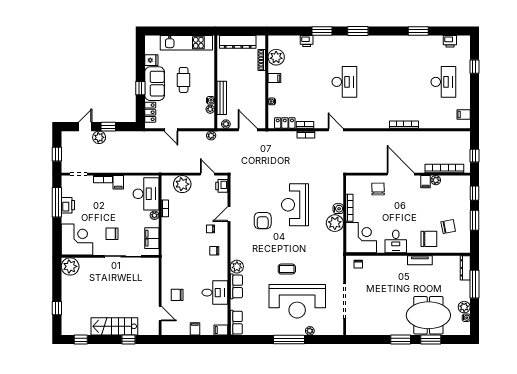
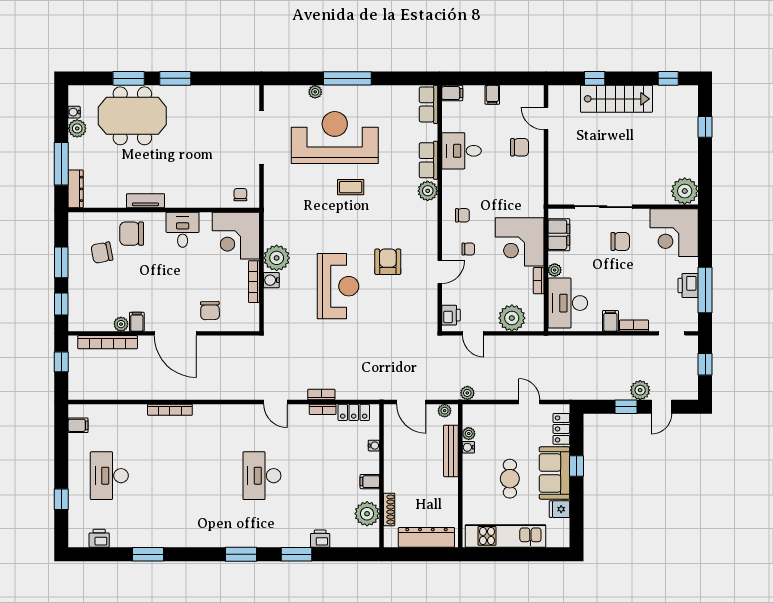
corner desk: (177, 234) -> (520, 242), added

